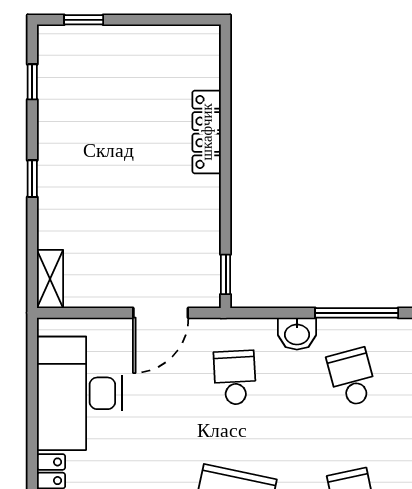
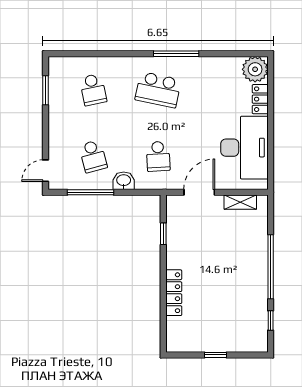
window: (84, 20) -> (215, 355), moved
window: (32, 179) -> (271, 267), width x3.17
window: (226, 274) -> (163, 234), moved
shelving: (50, 279) -> (240, 202), moved, turned 90

